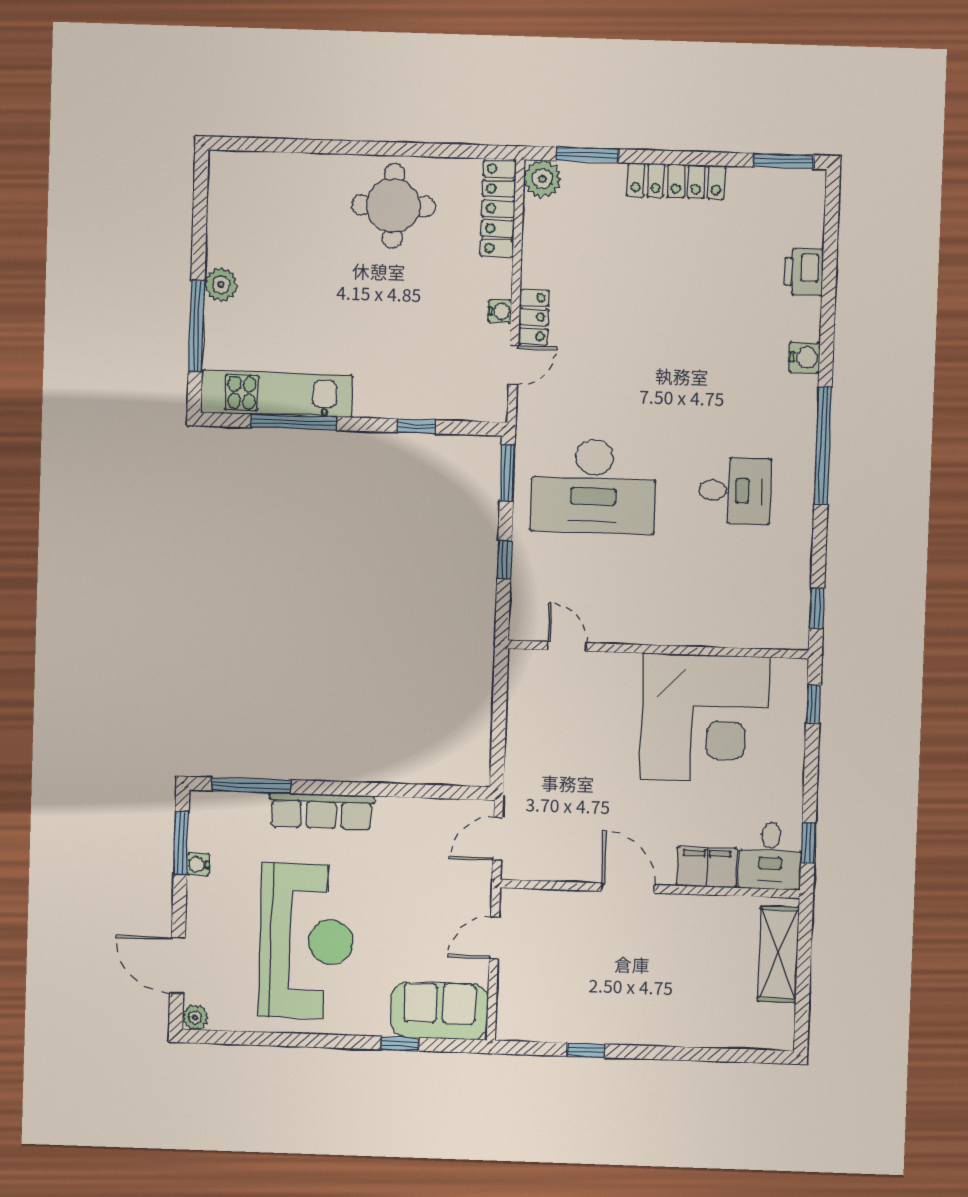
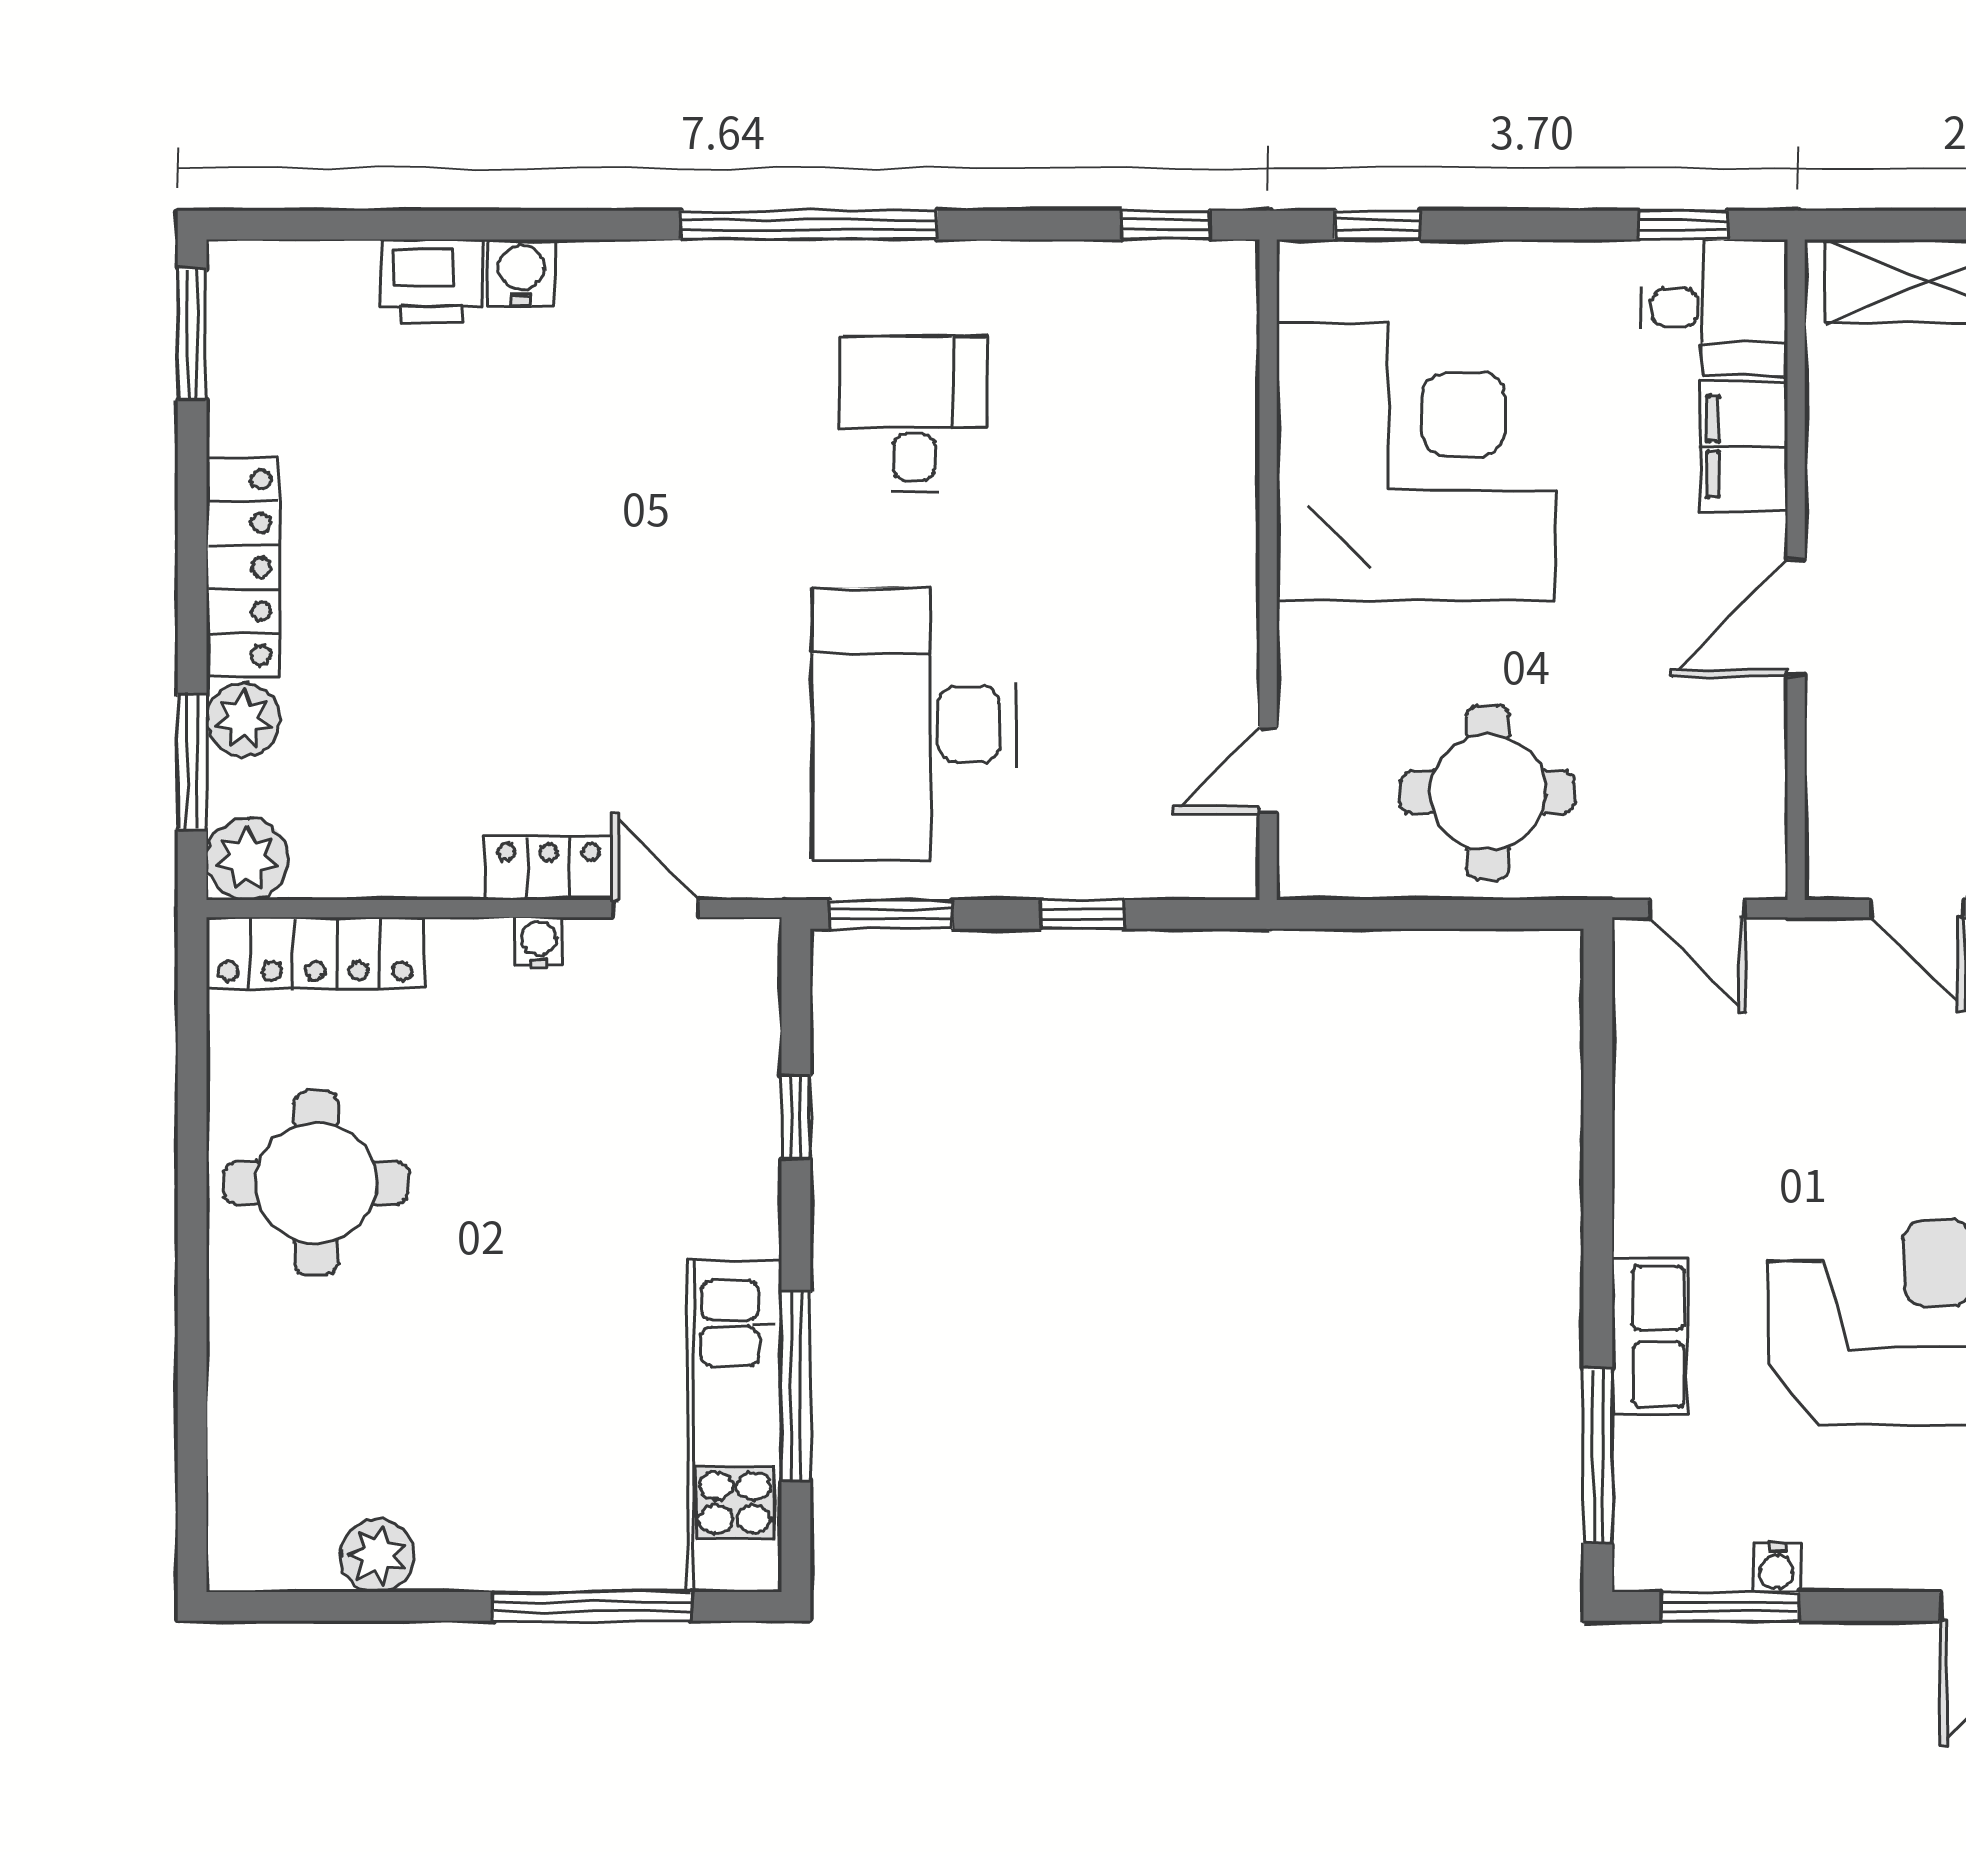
plant: (606, 179) -> (243, 720), added
plant: (221, 285) -> (377, 1555), moved
water cooler: (805, 357) -> (521, 273), moved
desk: (593, 486) -> (914, 724), turned 180
round table: (554, 746) -> (1488, 792), added
row of seats: (321, 811) -> (1650, 1336), width x0.68

